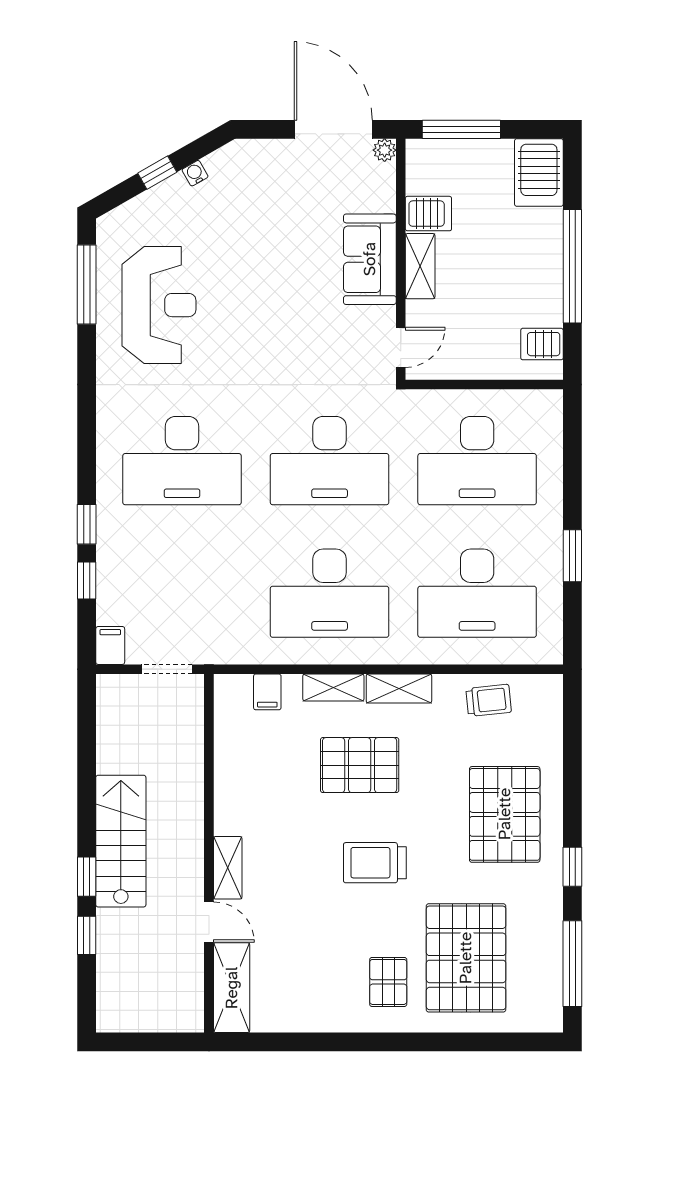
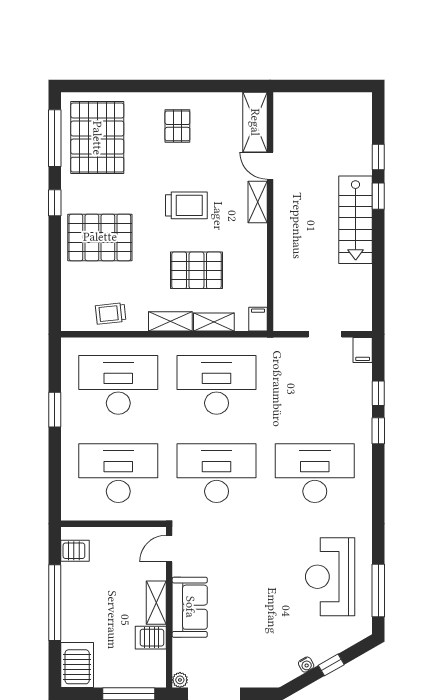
pallet: (505, 814) -> (100, 237), turned 90
wall: (209, 853) -> (270, 212), moved
shelving: (228, 868) -> (258, 202), moved
door: (209, 922) -> (270, 166), moved
pallet: (466, 958) -> (97, 138), moved
shelving: (232, 988) -> (255, 122), moved

